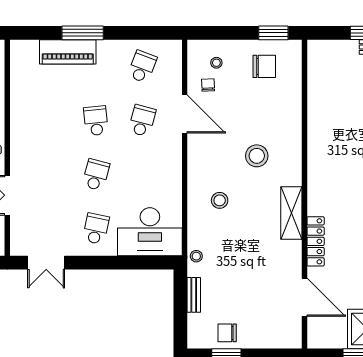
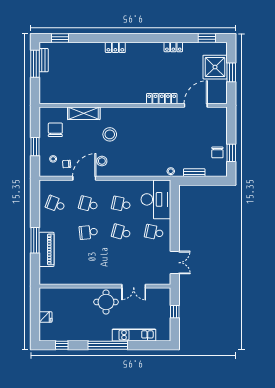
window: (273, 33) -> (35, 147), moved
school desk: (142, 175) -> (121, 204), added
stool: (220, 200) -> (102, 161), moved
shelving: (291, 213) -> (84, 113), moved

